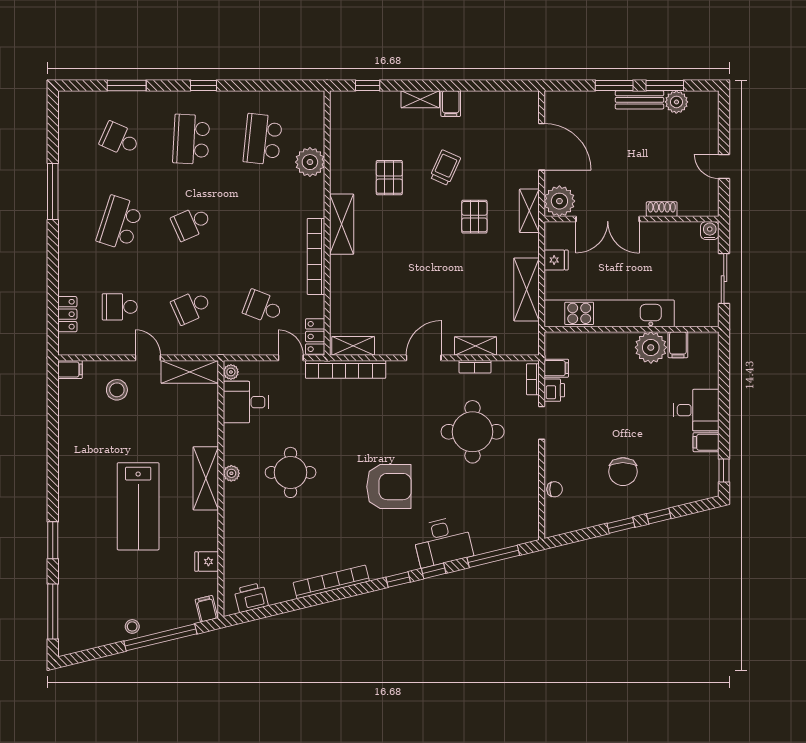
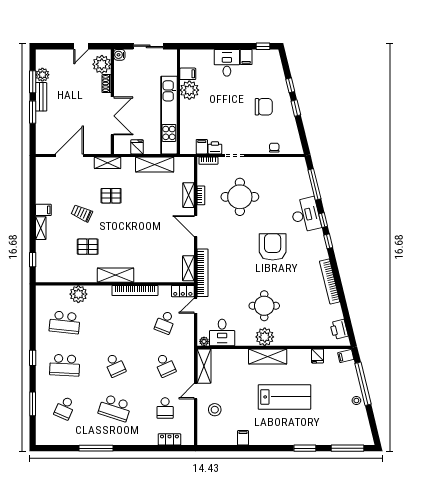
plant: (559, 201) -> (102, 64), moved
filing cabinet: (70, 369) -> (243, 438), moved
plant: (231, 473) -> (265, 337), width x1.87, depth x1.87

